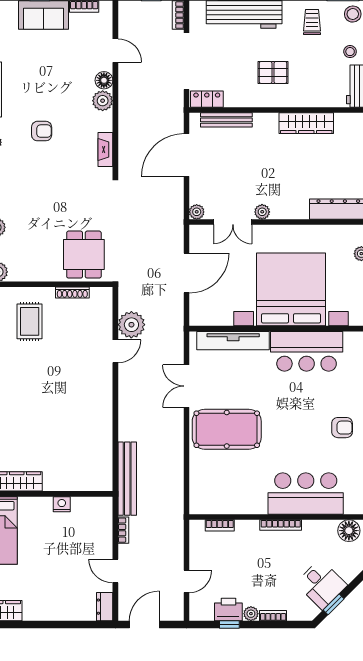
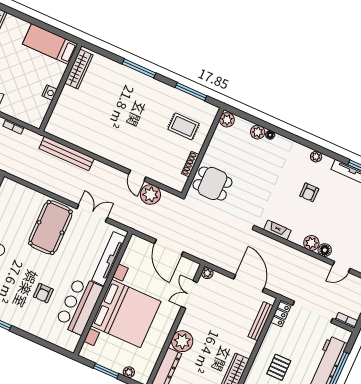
plant: (262, 212) -> (182, 341), moved, width x1.87, depth x1.87
armchair: (342, 428) -> (43, 293), moved
bench: (127, 479) -> (67, 154), moved

